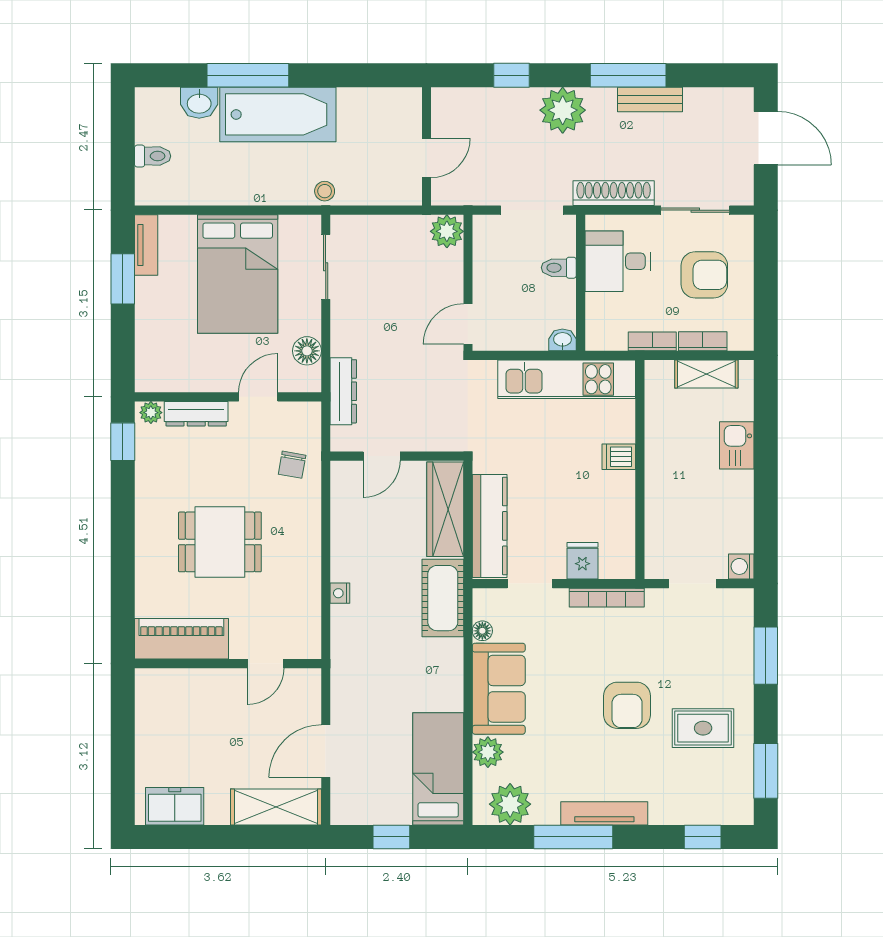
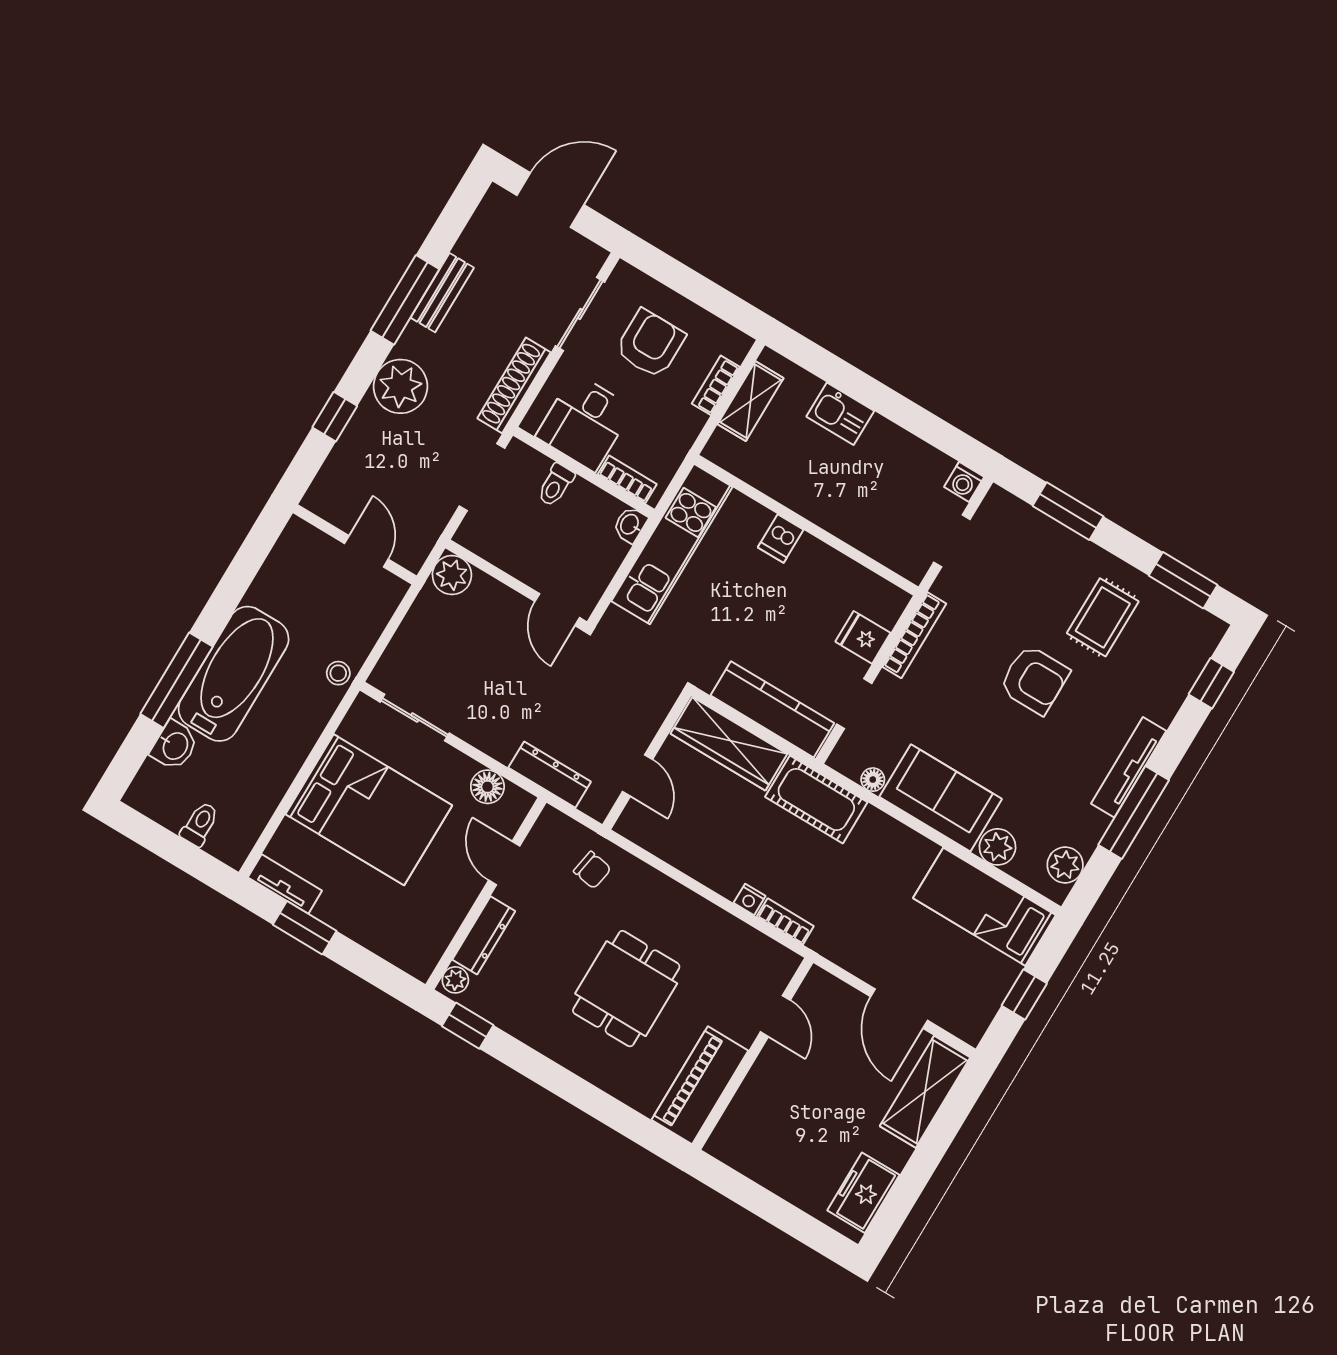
bookcase: (652, 341) -> (627, 479), moved, turned 90
bookcase: (339, 629) -> (785, 921), added
plant: (510, 804) -> (1065, 865), width x0.73, depth x0.73

